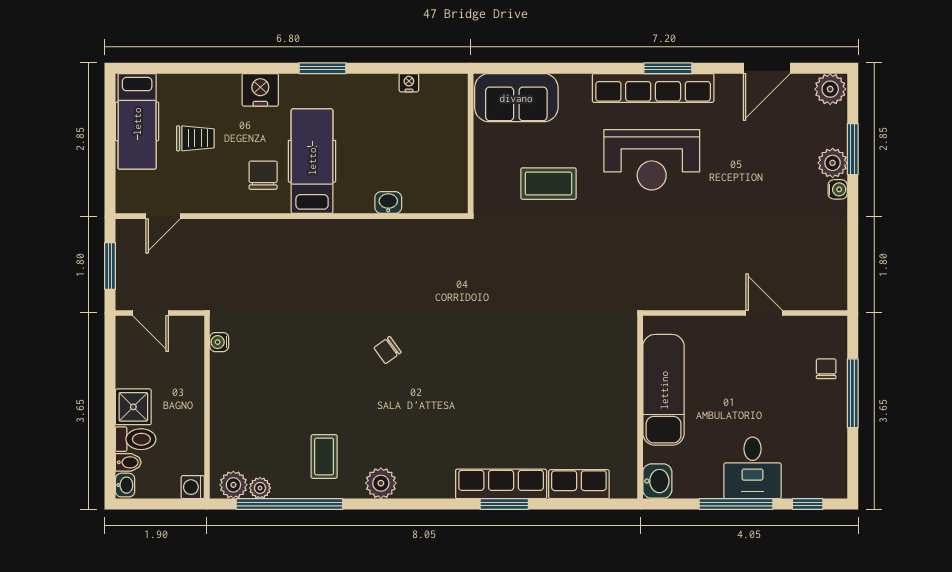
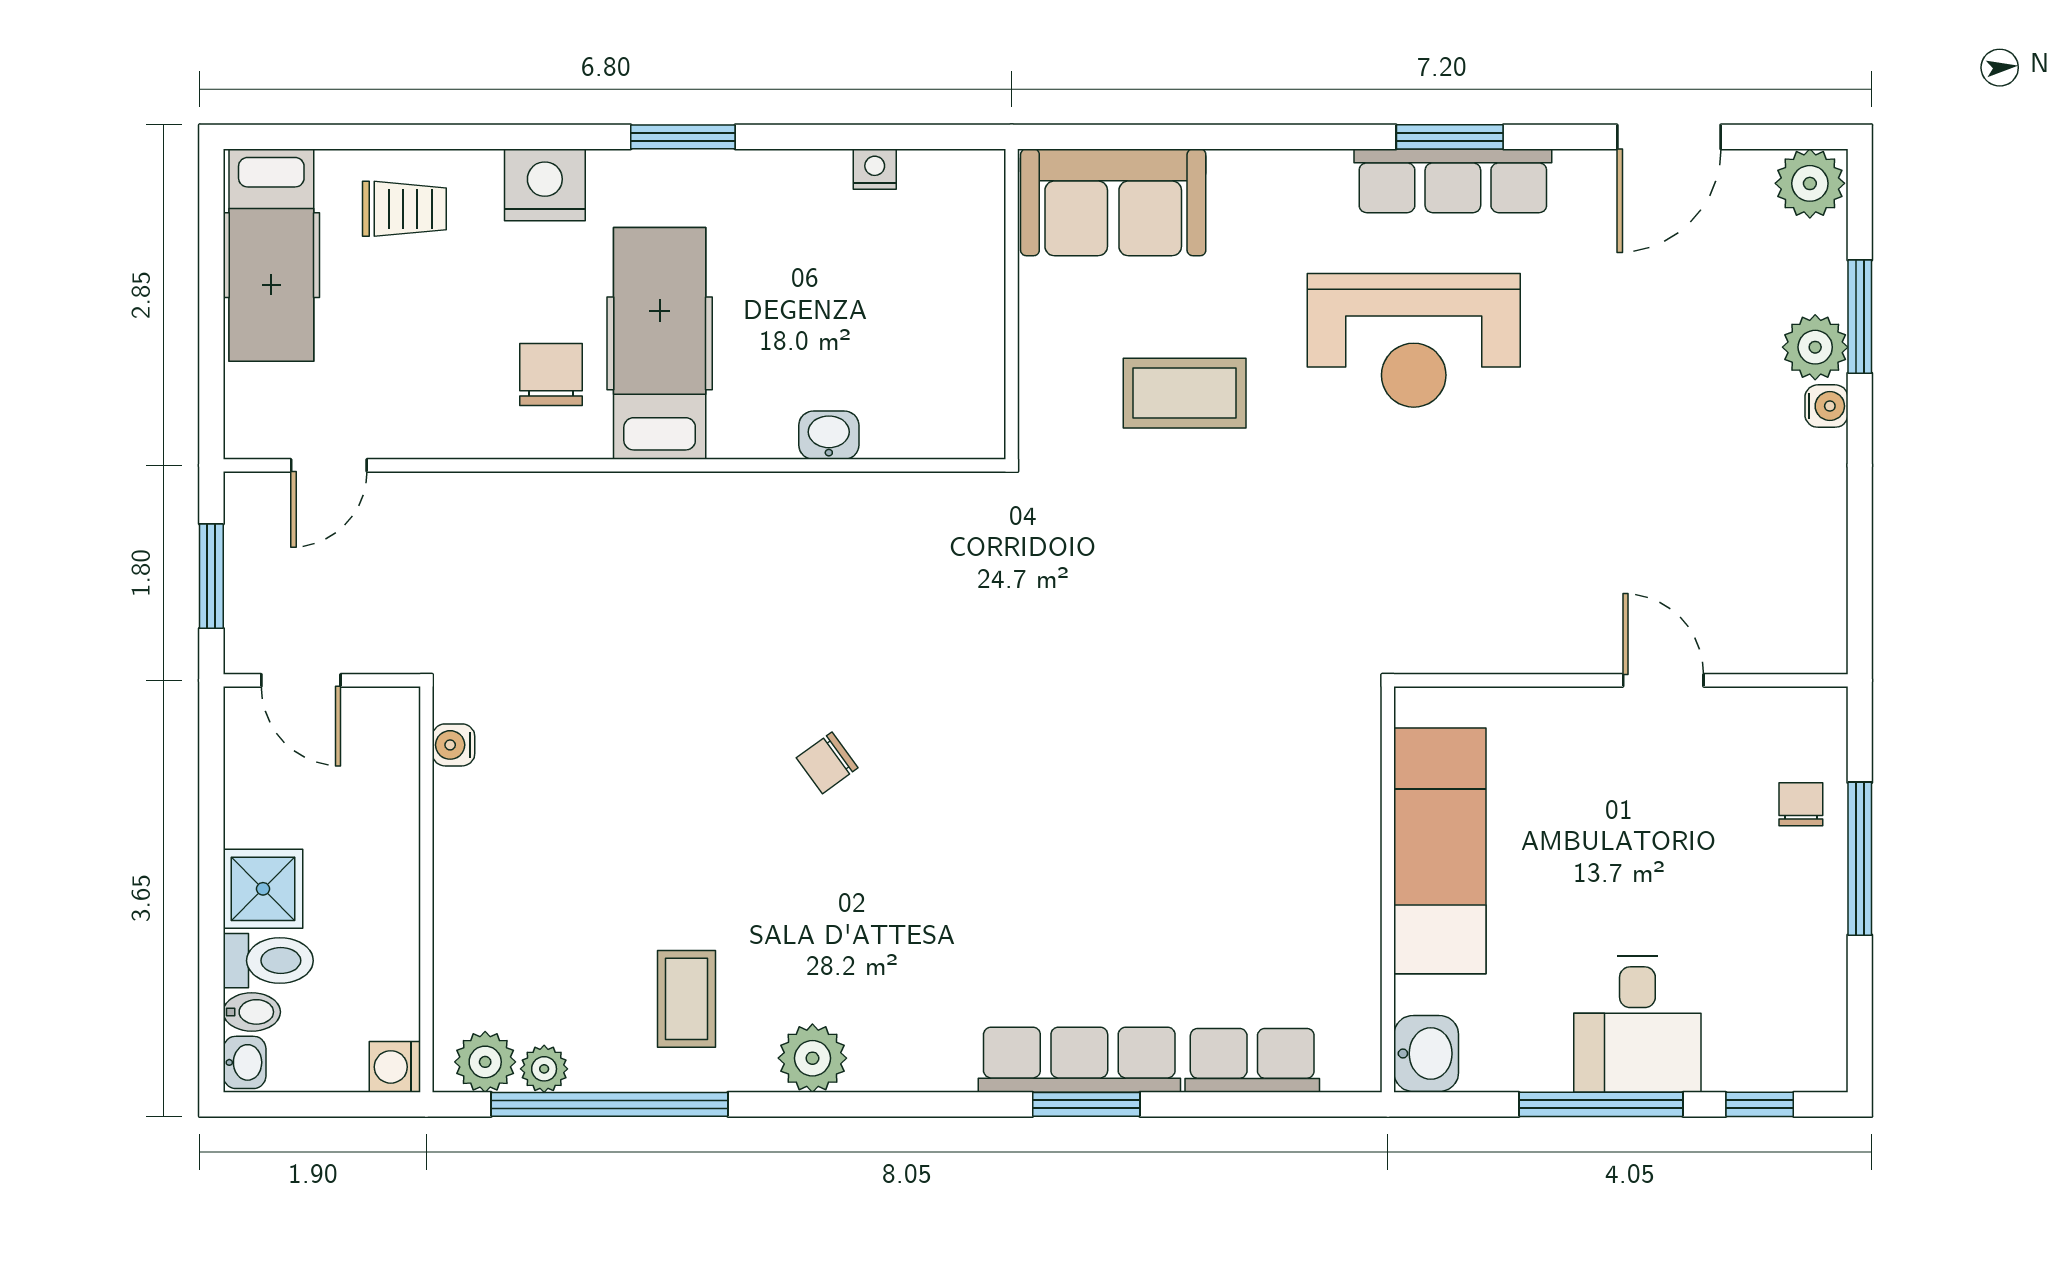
row of seats: (653, 88) -> (1453, 181), width x0.73
trolley: (195, 138) -> (404, 209), moved

